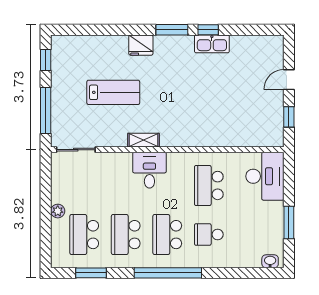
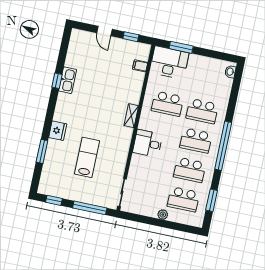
window: (172, 30) -> (42, 151), moved
filing cabinet: (252, 138) -> (140, 66), added
shelving: (143, 140) -> (131, 116), moved
window: (289, 223) -> (181, 47), moved
school desk: (209, 235) -> (202, 111), width x1.85

